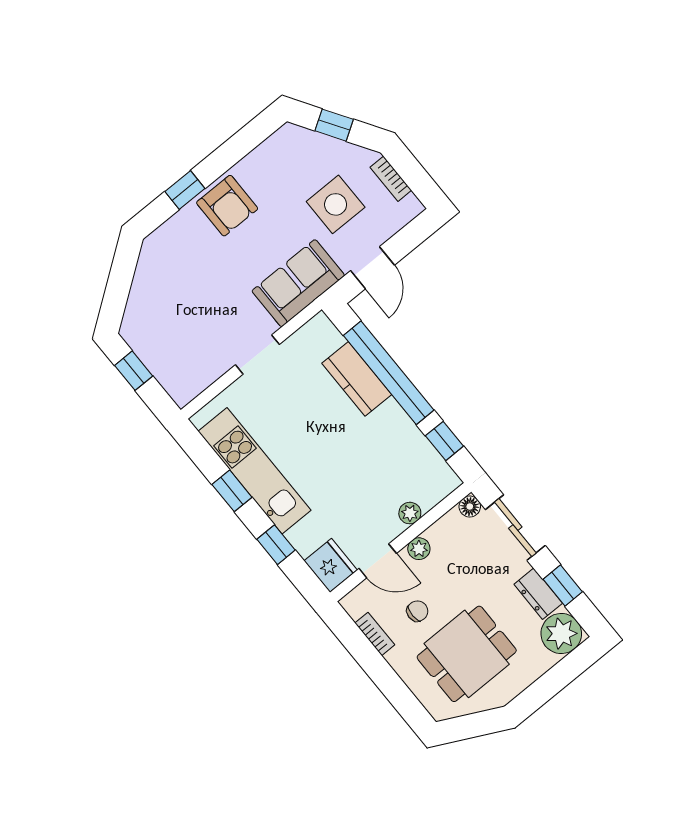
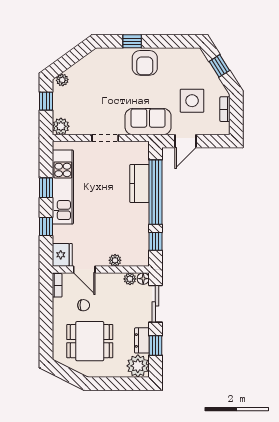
plant: (132, 323) -> (62, 80), added
plant: (183, 389) -> (61, 126), added
plant: (419, 549) -> (130, 279), moved
bookcase: (375, 634) -> (57, 285), moved

